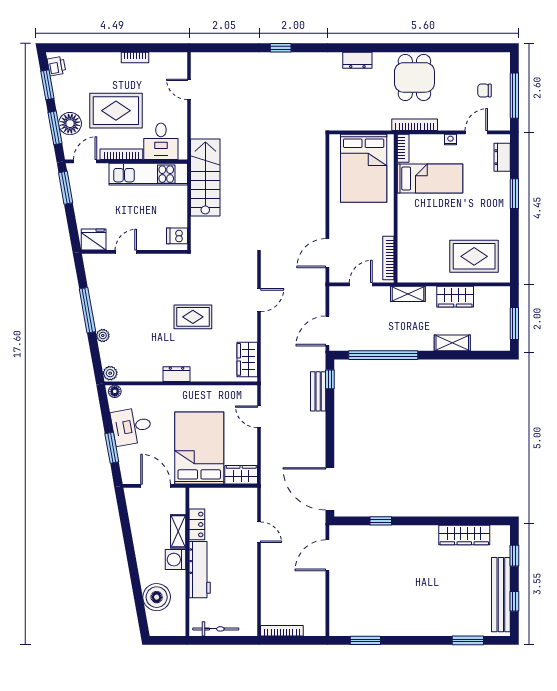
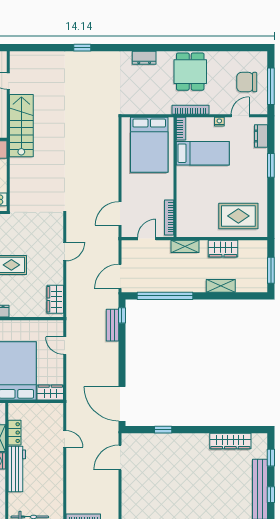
chair: (485, 90) -> (247, 82), width x1.87, depth x1.87
stairs: (205, 178) -> (21, 126), moved

